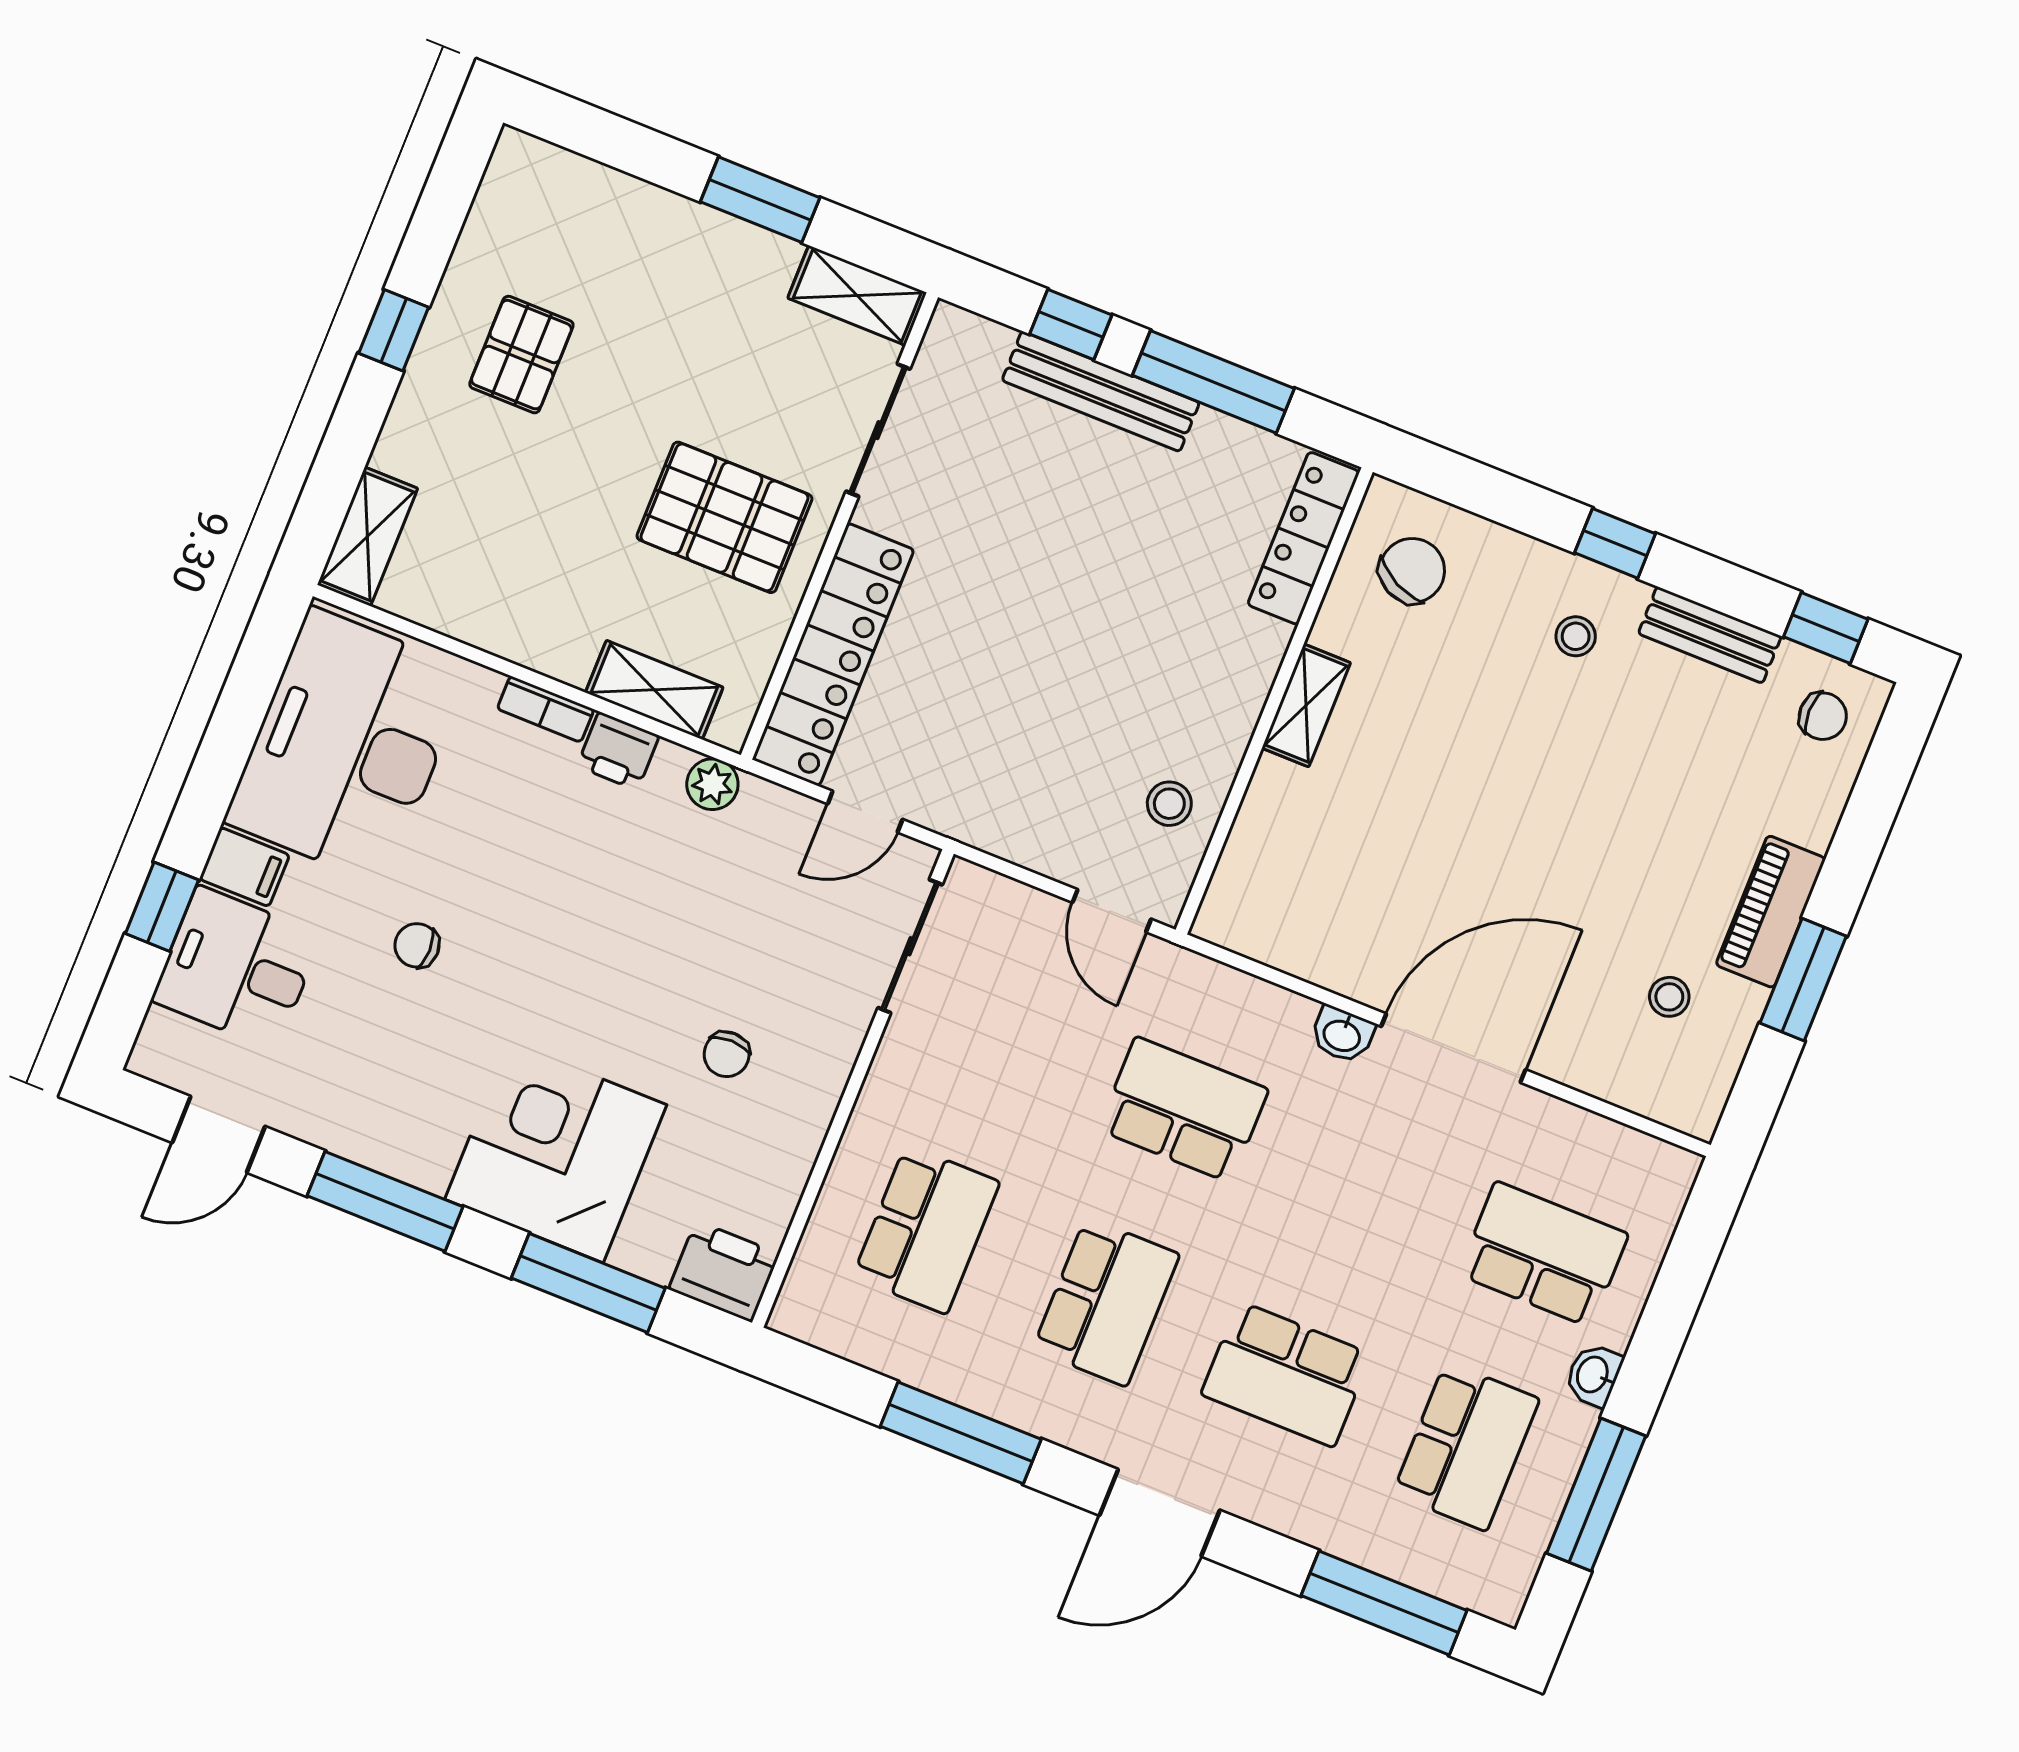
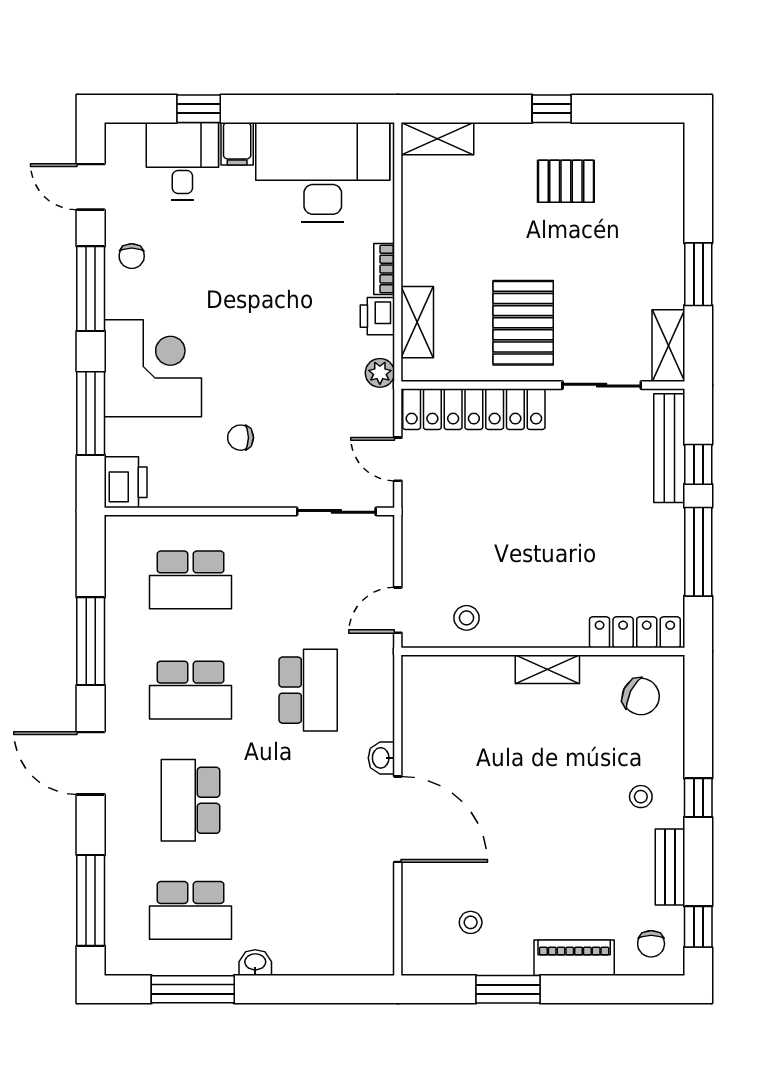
bench: (1101, 391) -> (669, 448), moved
piano: (1771, 912) -> (574, 958), moved
chair: (417, 945) -> (132, 256), moved, turned 180
school desk: (1543, 1254) -> (308, 910), removed

